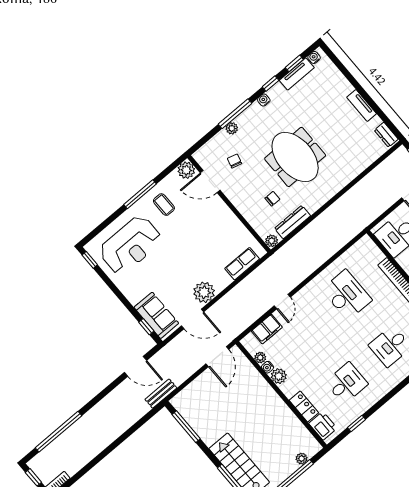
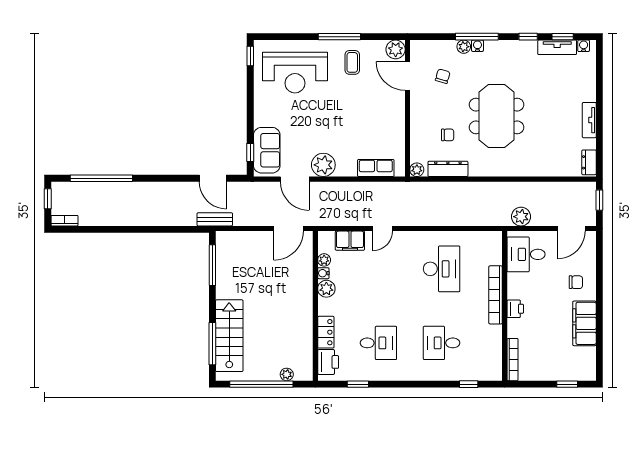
water cooler: (264, 100) -> (477, 46), moved
plant: (371, 212) -> (521, 217), added

